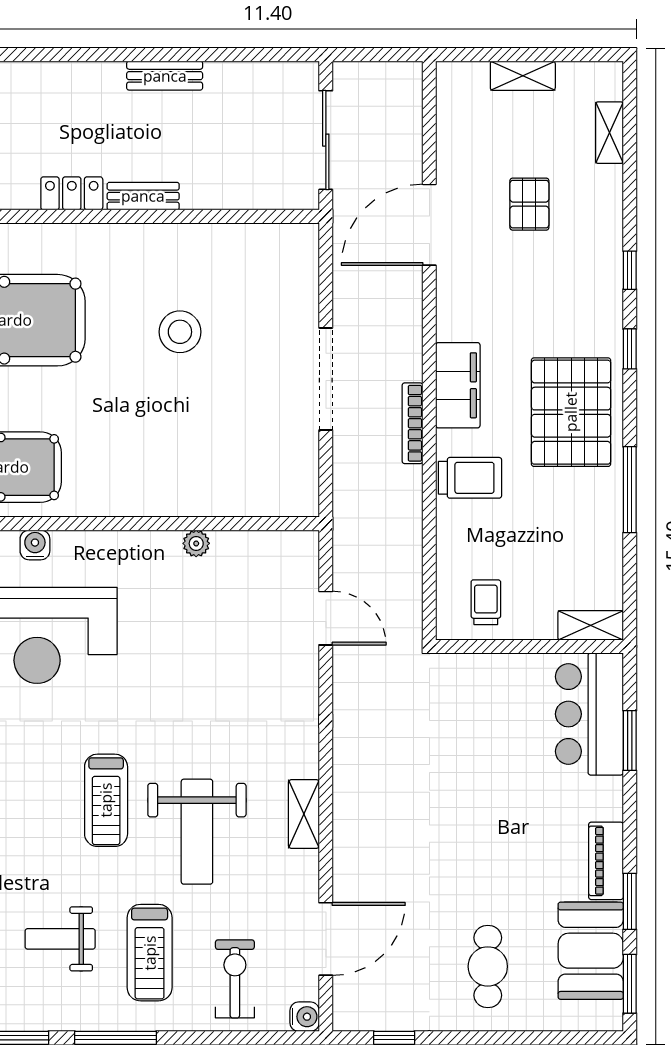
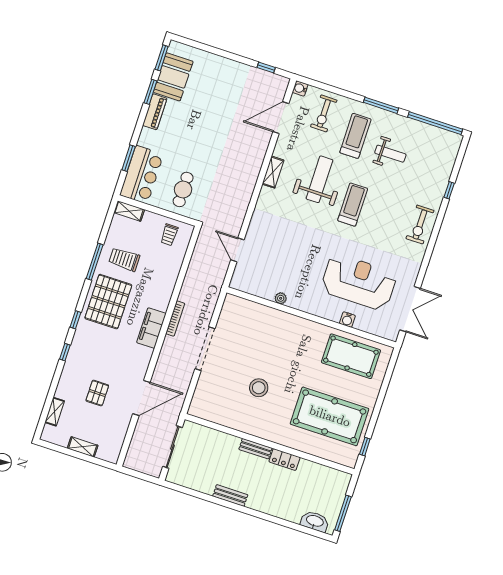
trolley: (470, 478) -> (124, 259), moved
cafe table: (488, 966) -> (183, 189), moved

